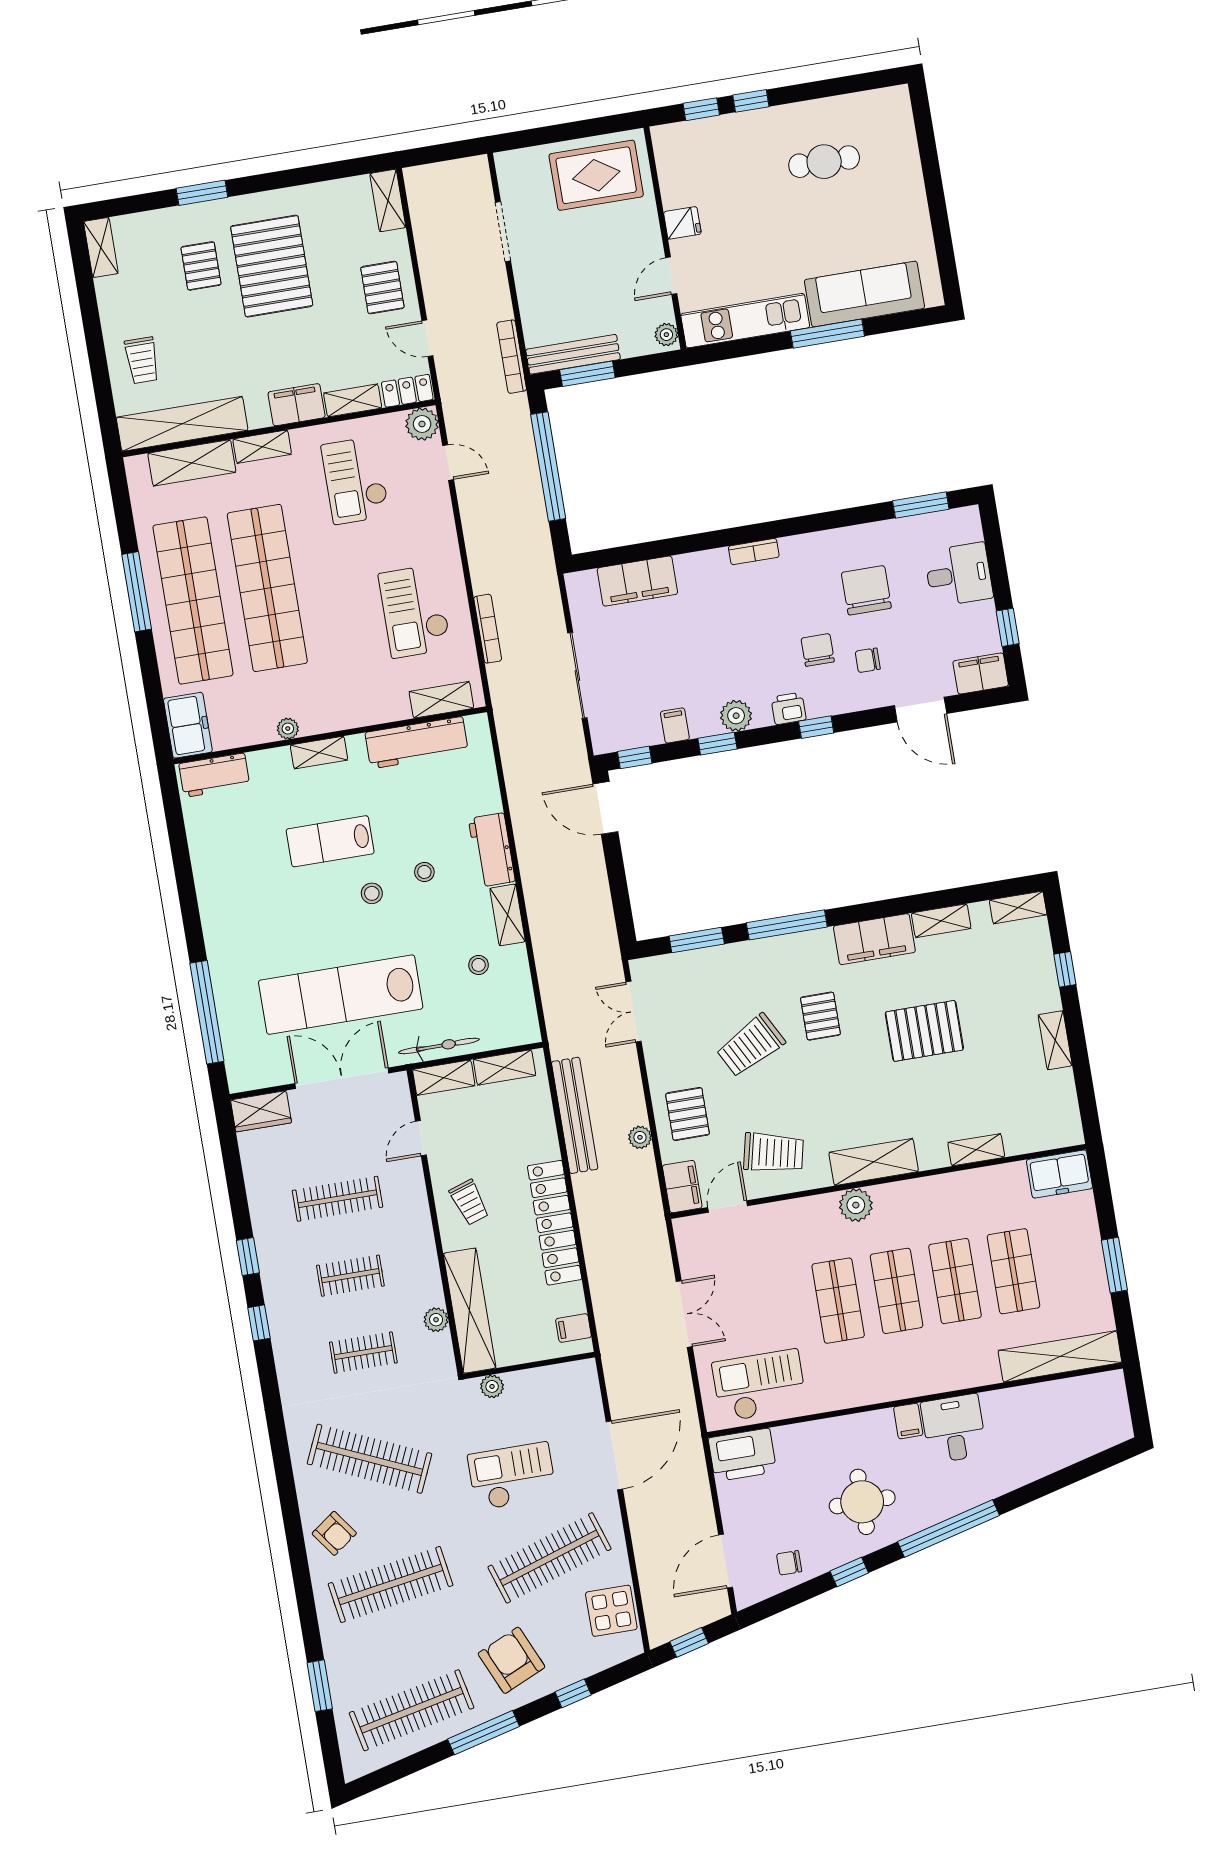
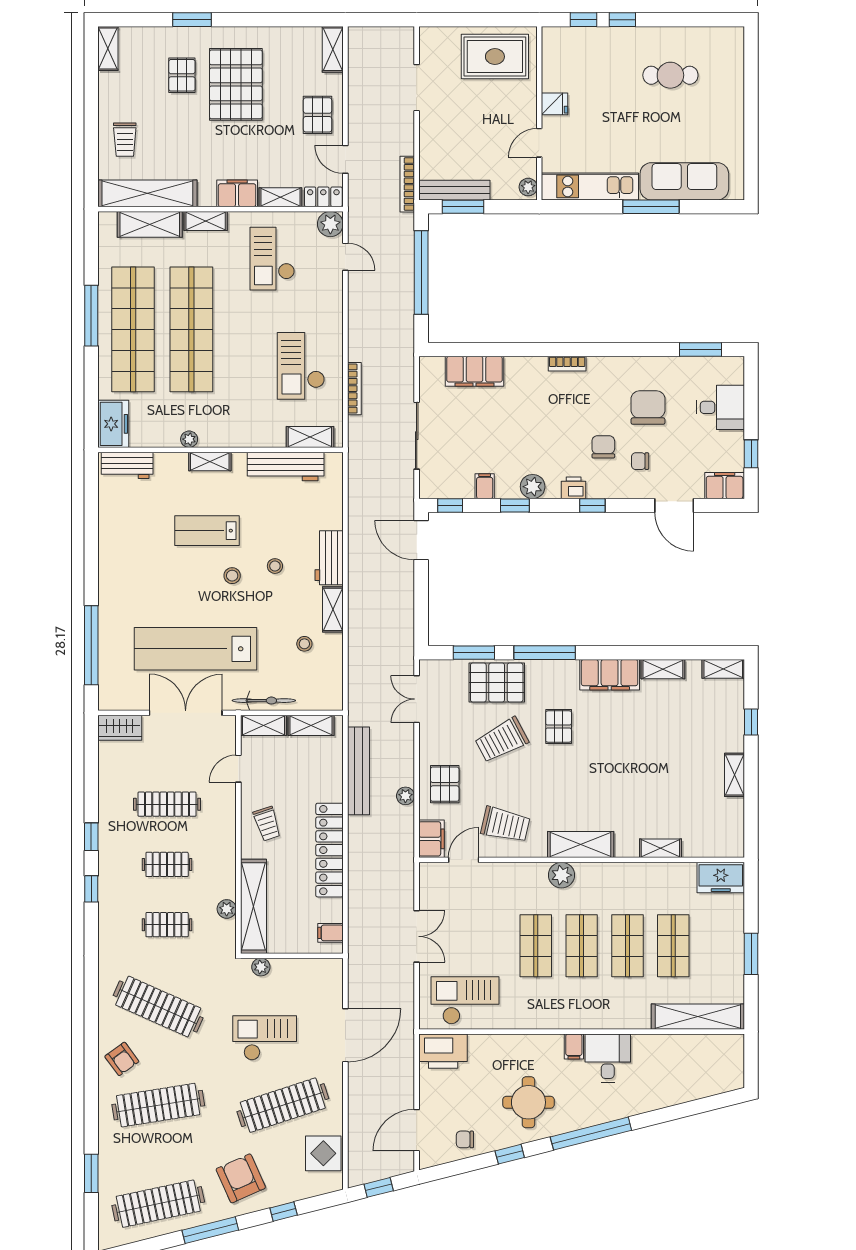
pallet: (924, 1031) -> (497, 682), moved

